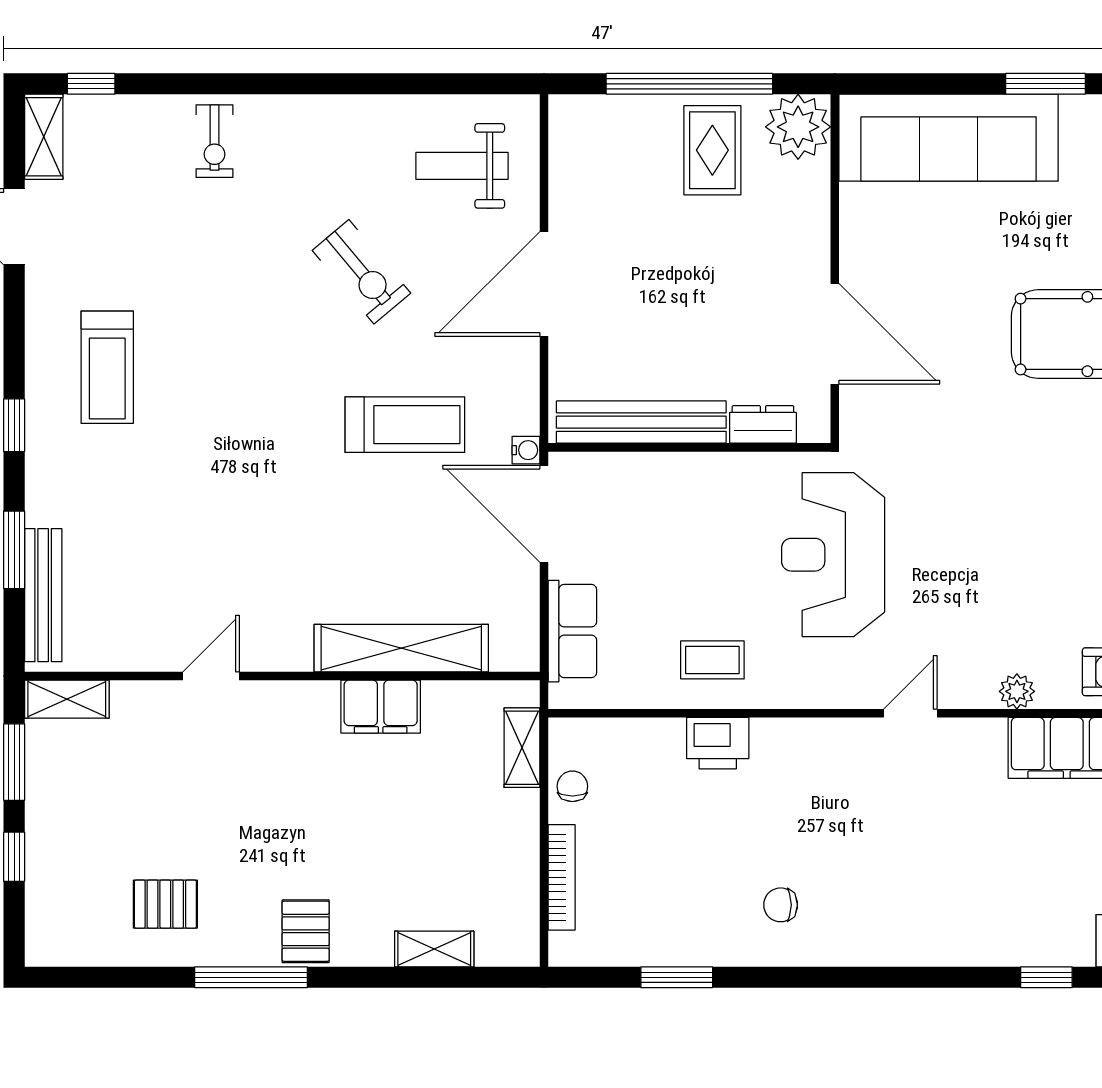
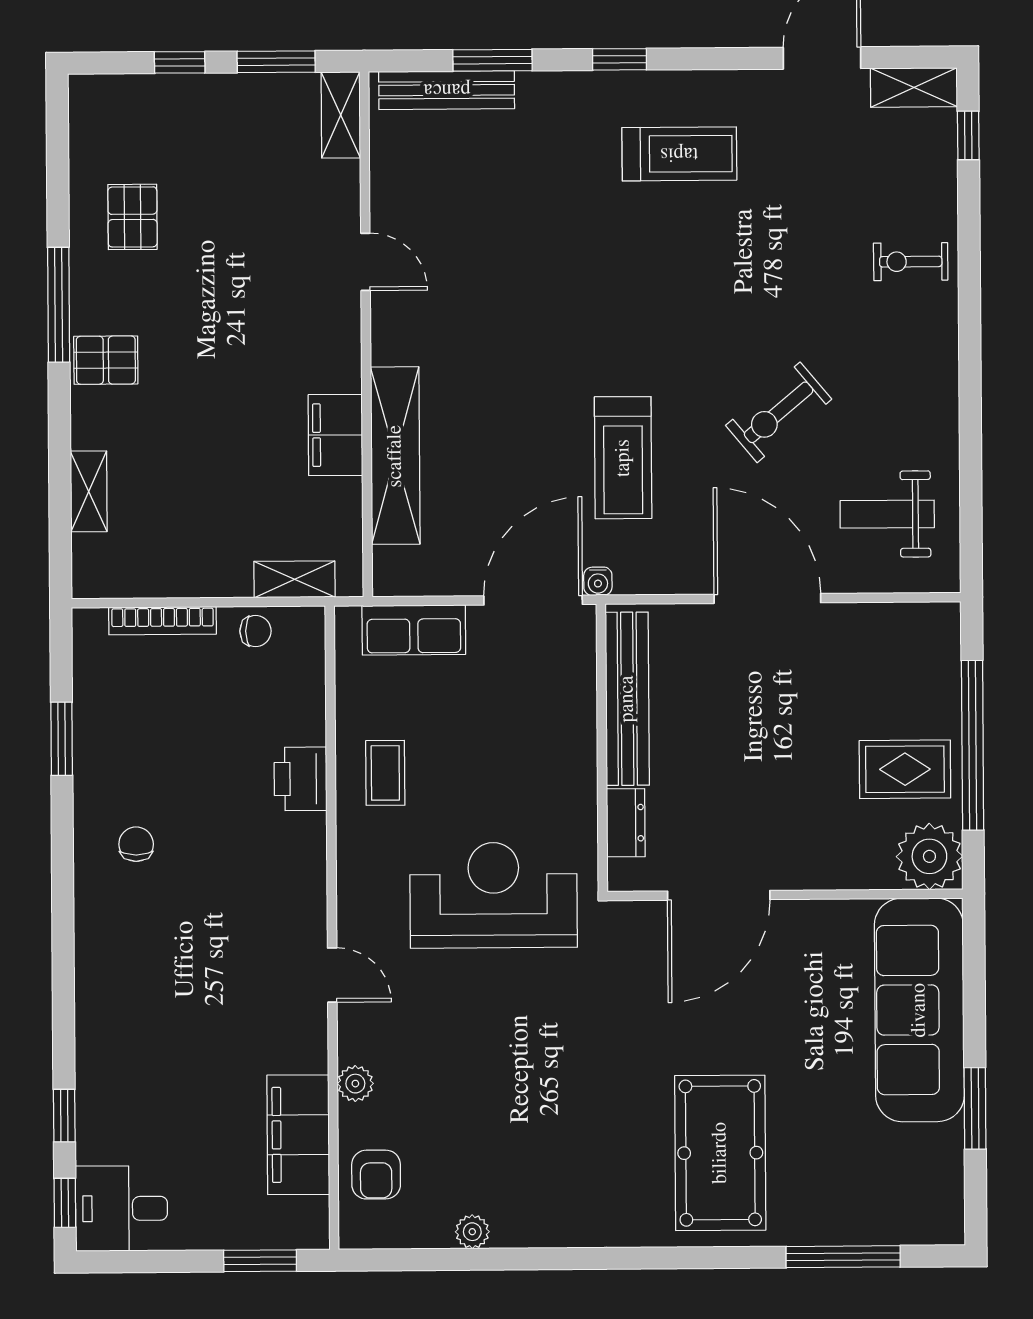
weight bench: (462, 166) -> (887, 514), turned -90
treadmill: (107, 367) -> (679, 154), turned 180

